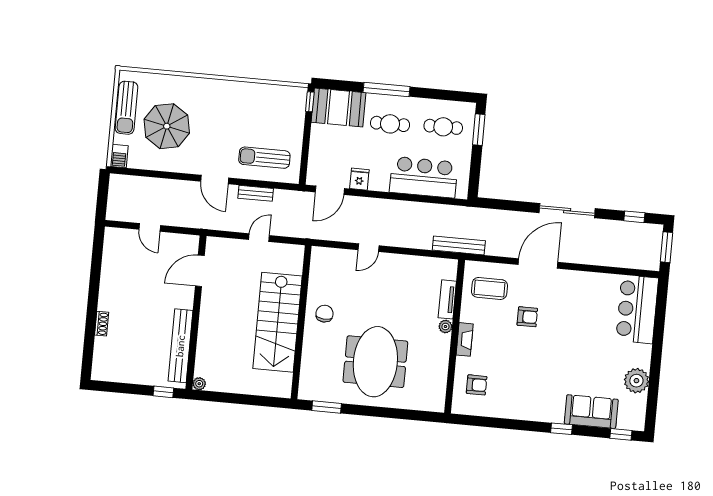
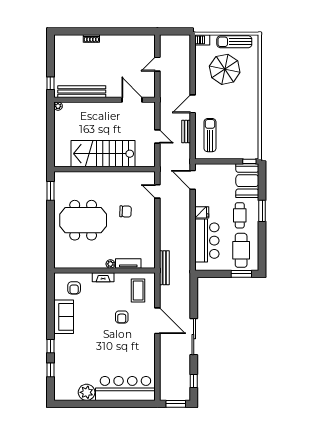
window: (386, 90) -> (262, 211), width x0.69
cafe table: (443, 127) -> (241, 250), width x1.37, depth x1.35
fridge: (359, 179) -> (202, 212), moved
door: (368, 248) -> (157, 191), moved
bar counter: (637, 309) -> (125, 388), width x1.36
chair: (325, 314) -> (126, 211), moved
sofa: (591, 412) -> (64, 317), moved
window: (621, 434) -> (50, 370), moved

